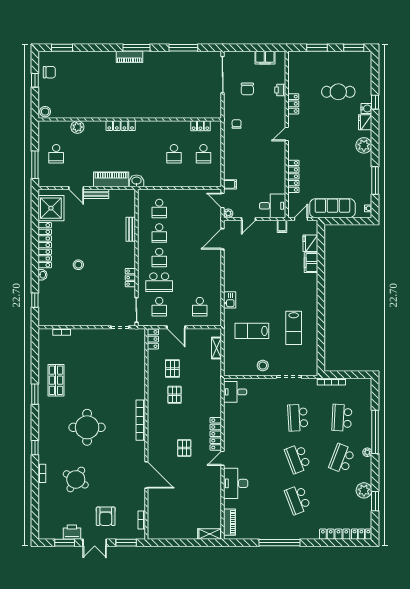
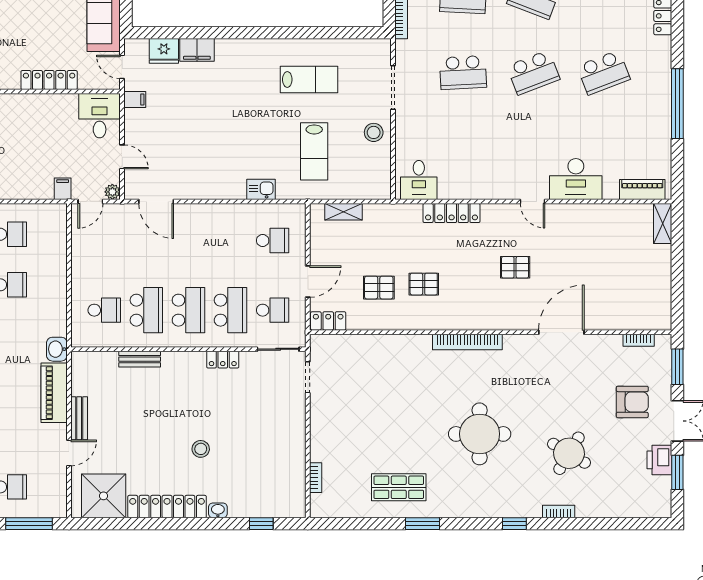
school desk: (159, 233) -> (146, 310), width x1.85
school desk: (159, 258) -> (188, 310), width x1.85
locker: (216, 434) -> (452, 213), moved

